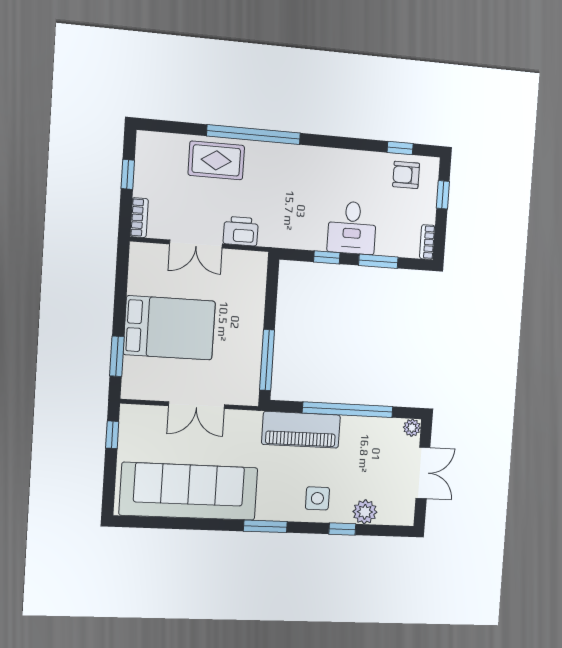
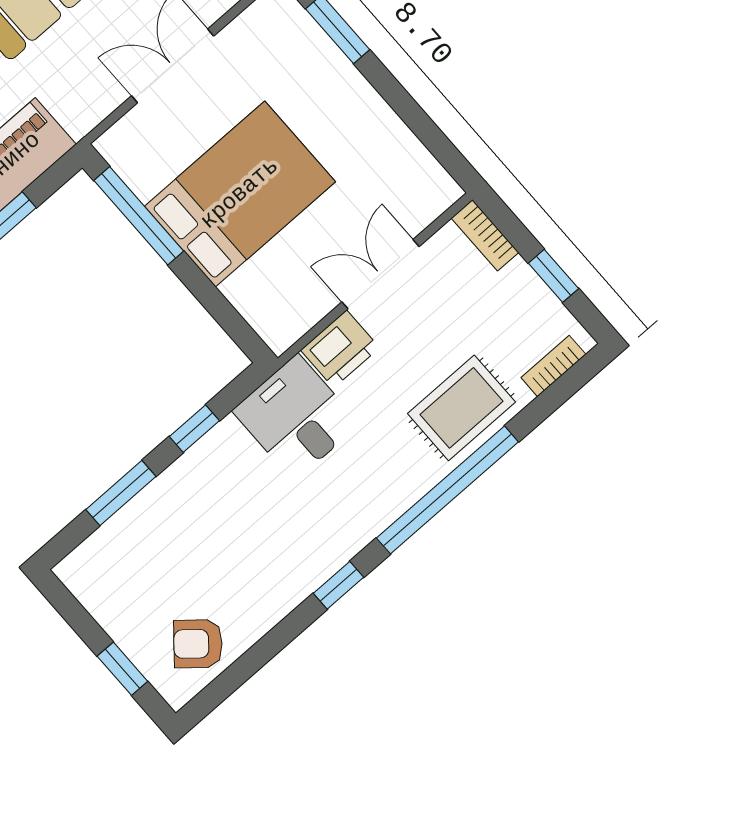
window: (400, 148) -> (339, 585), moved
armchair: (406, 175) -> (198, 644), turned -140
desk: (352, 228) -> (296, 417), moved
bookcase: (427, 242) -> (553, 366), moved, turned -90
bed: (169, 328) -> (240, 194), moved, turned 180

